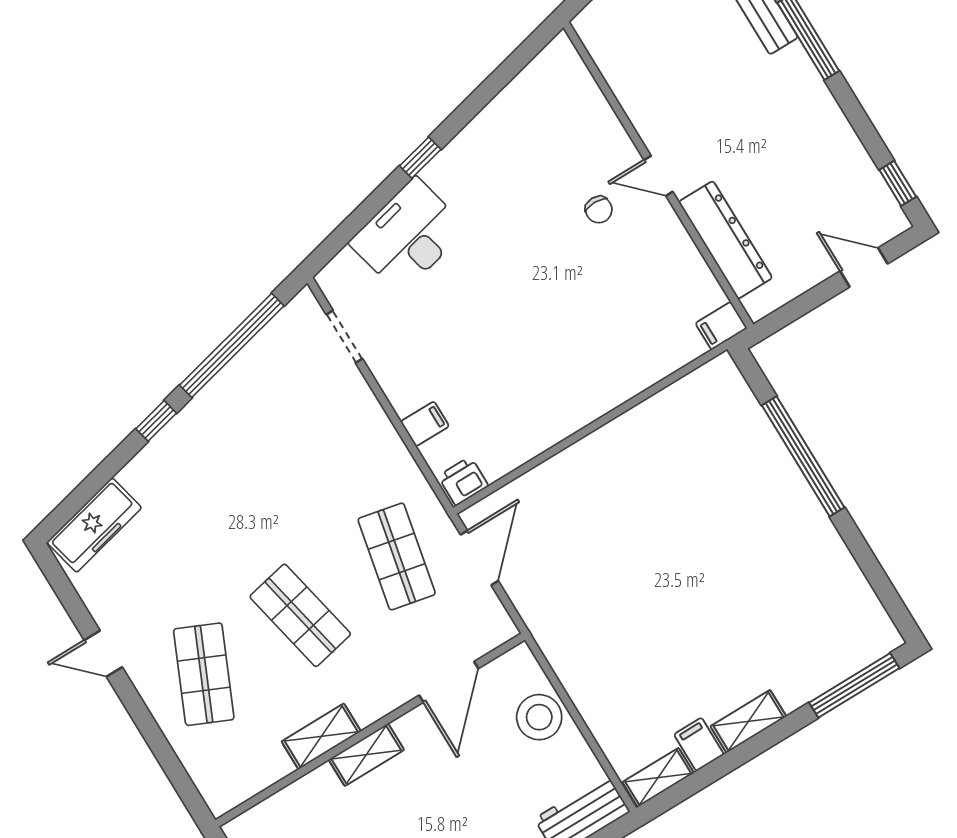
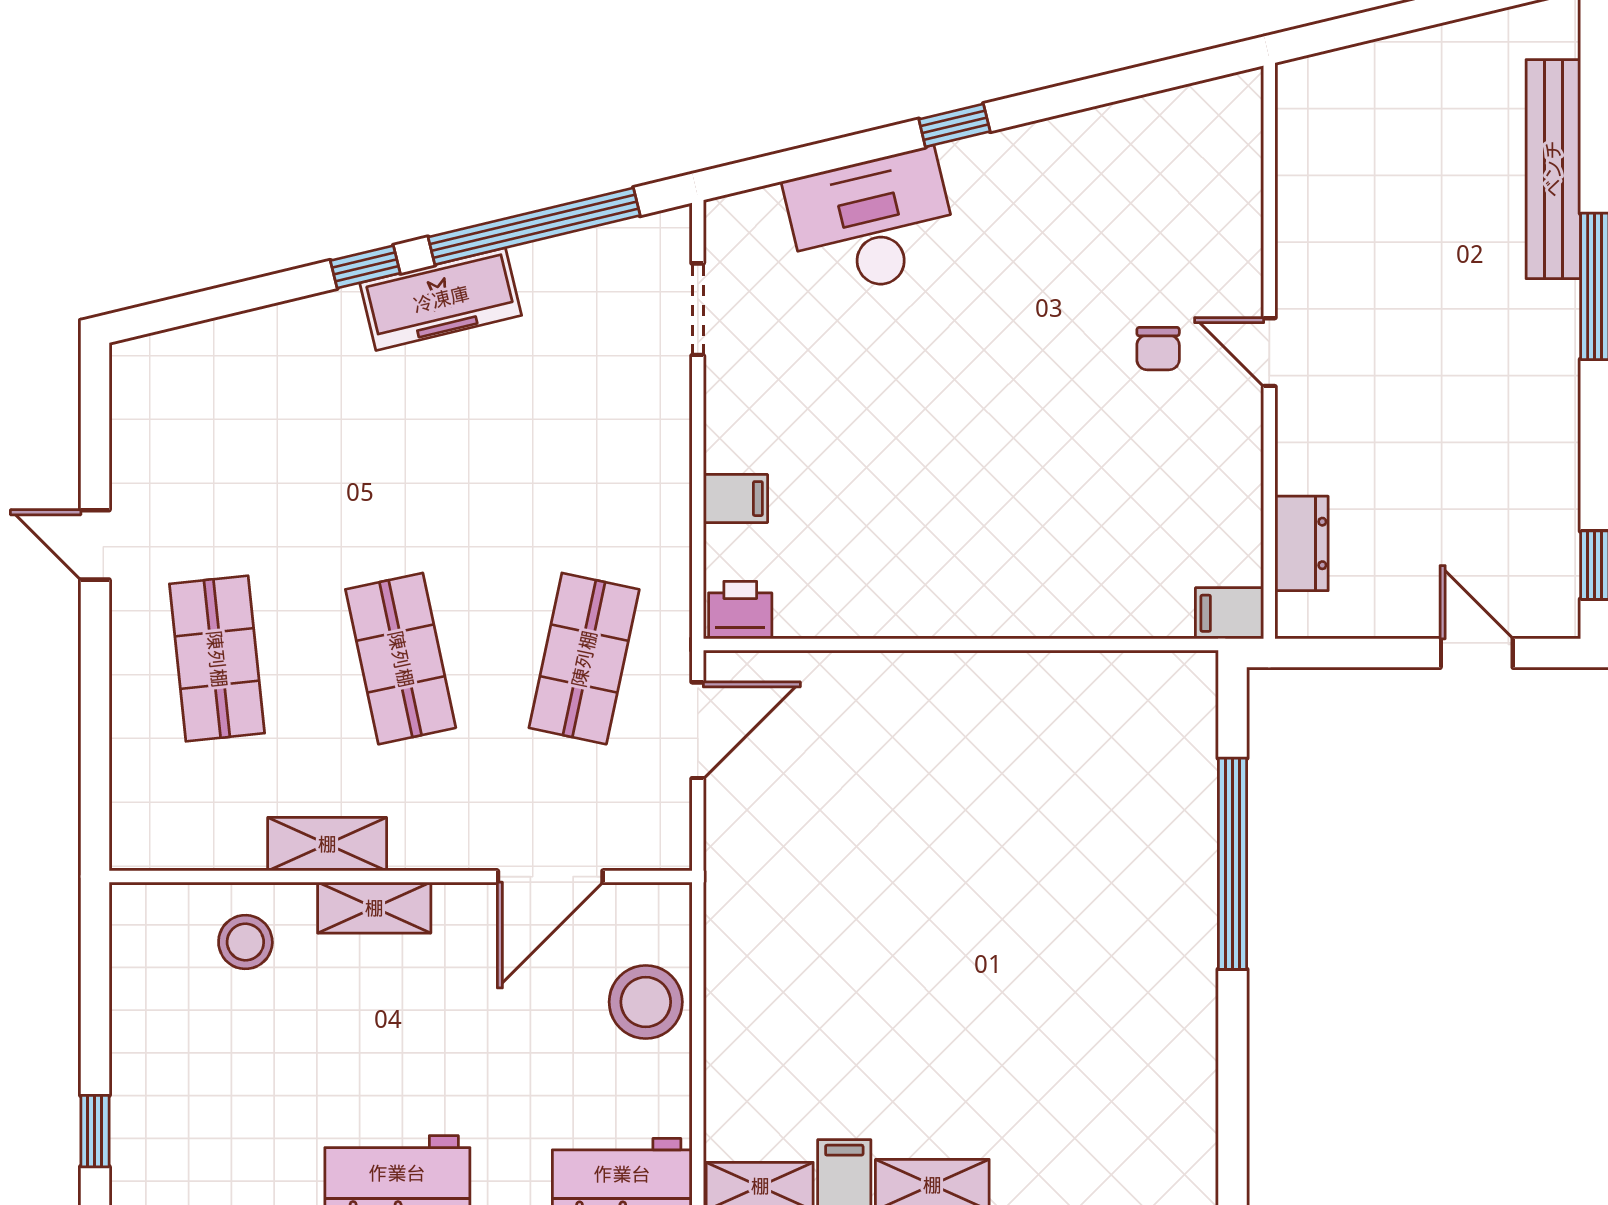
dresser: (725, 240) -> (1302, 543), width x0.51, depth x0.80
freezer: (94, 525) -> (441, 299), moved
shop shelf: (204, 674) -> (217, 659), turned -30
stool: (310, 814) -> (245, 942), added

